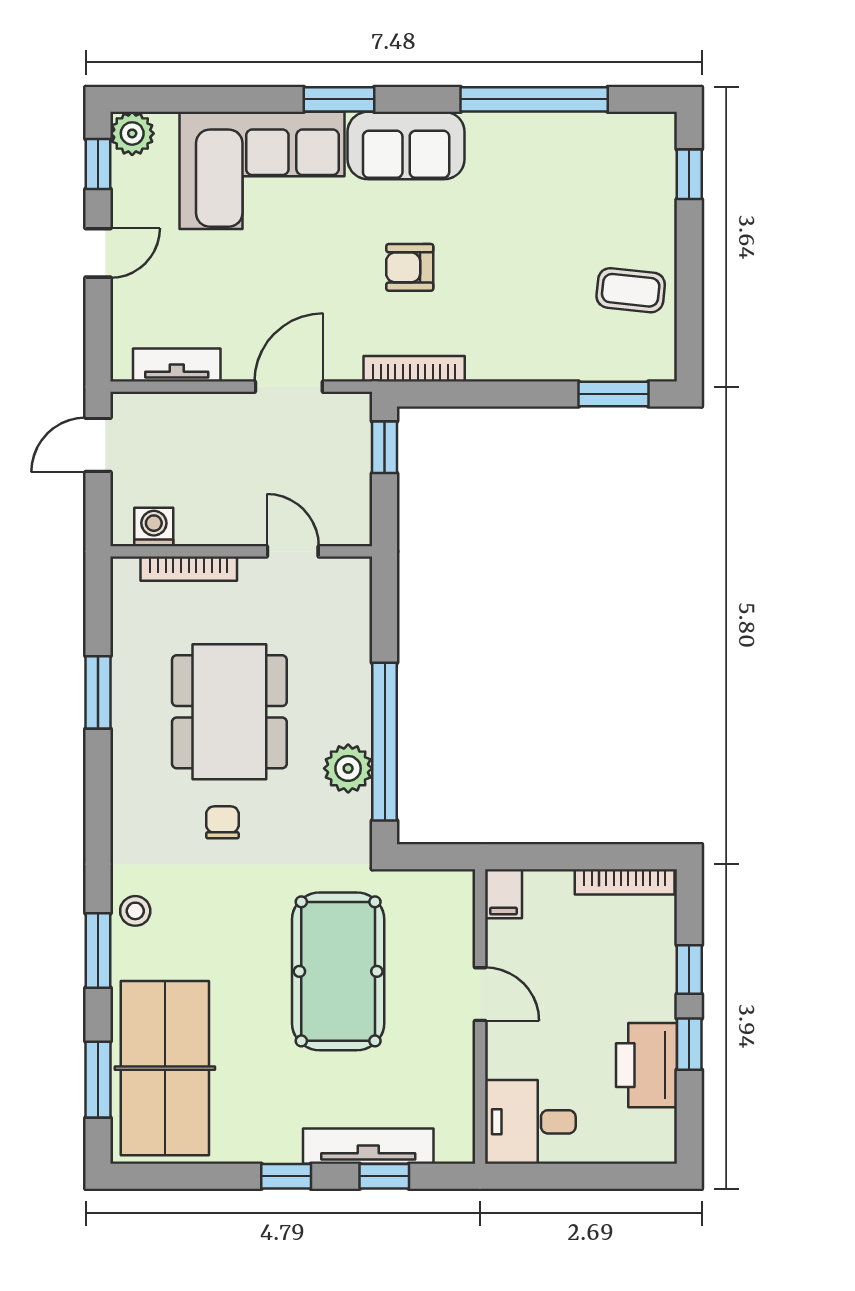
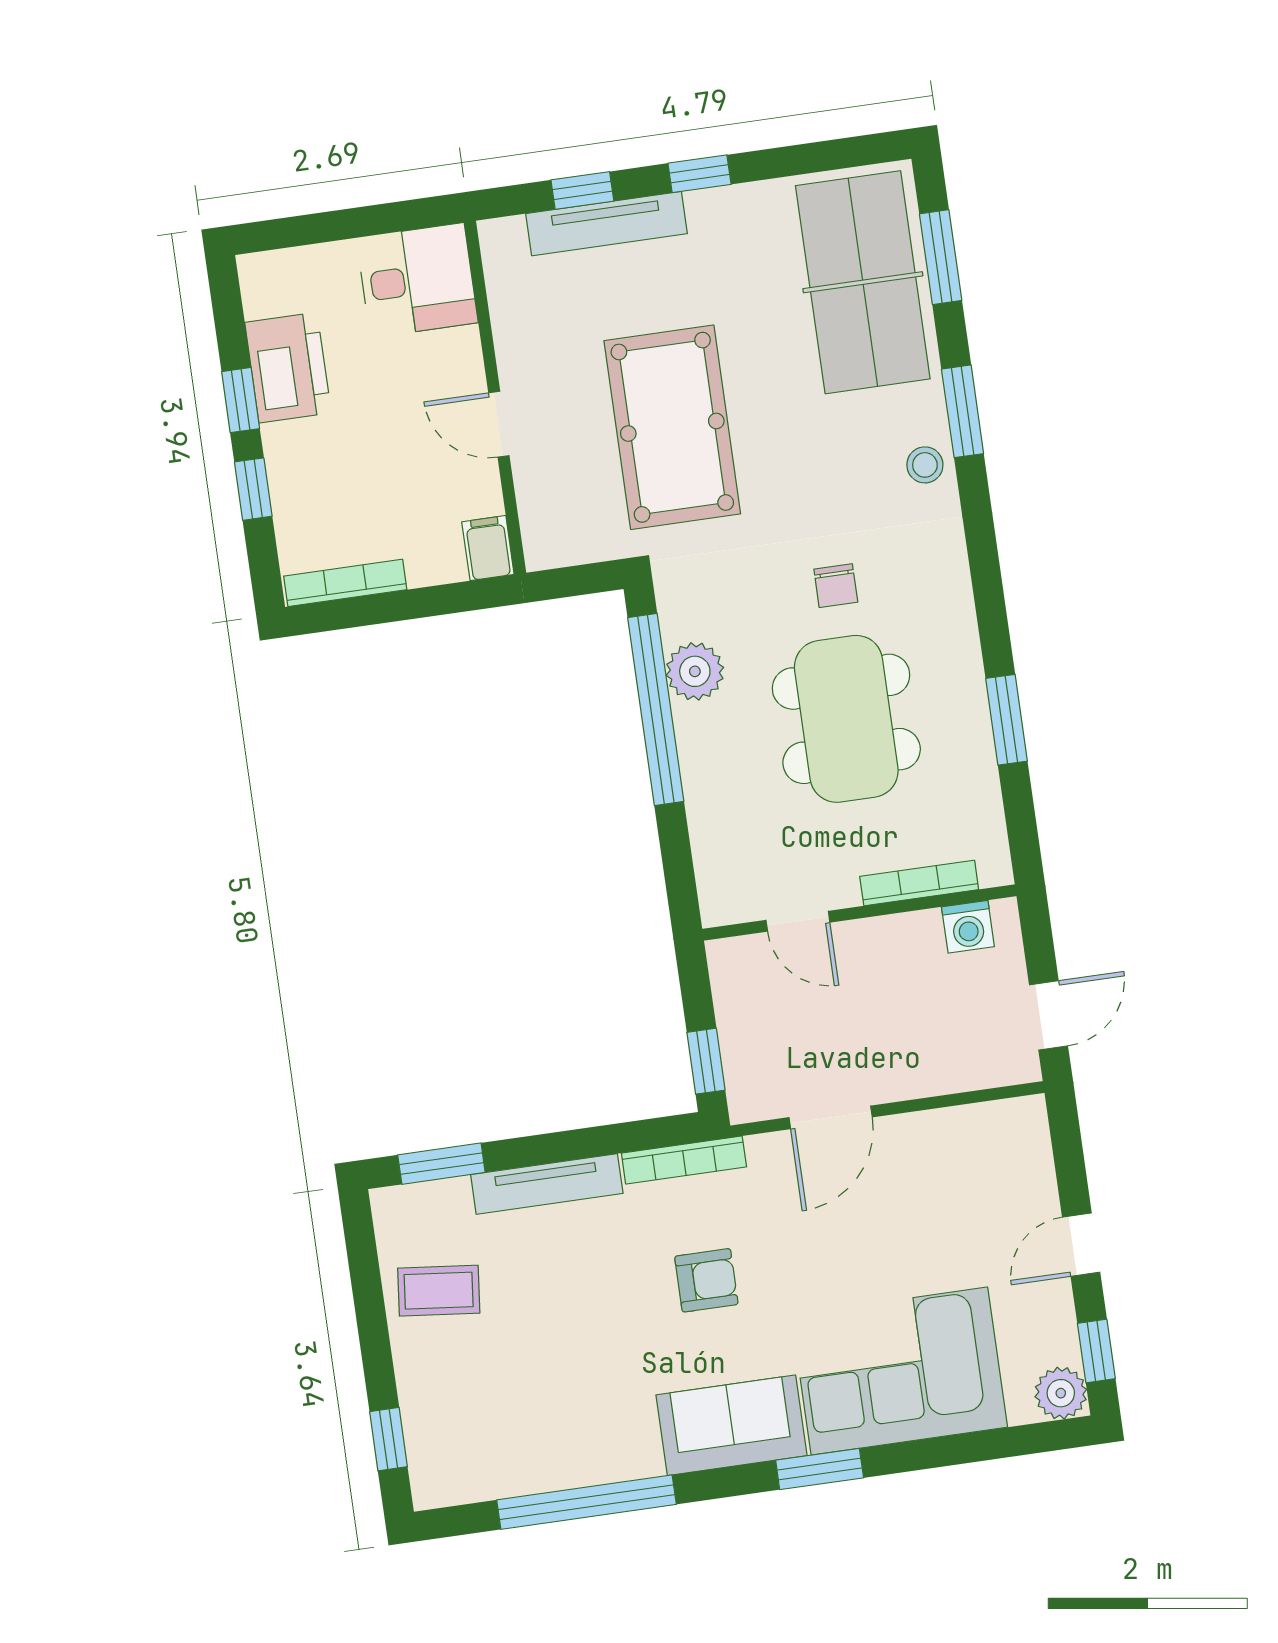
tv unit: (177, 365) -> (547, 1184), moved, width x1.41

